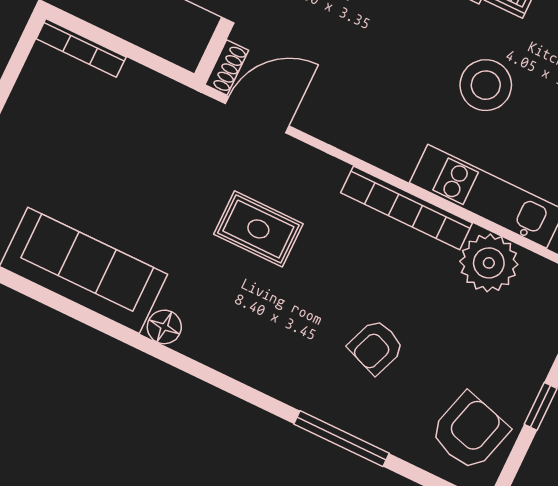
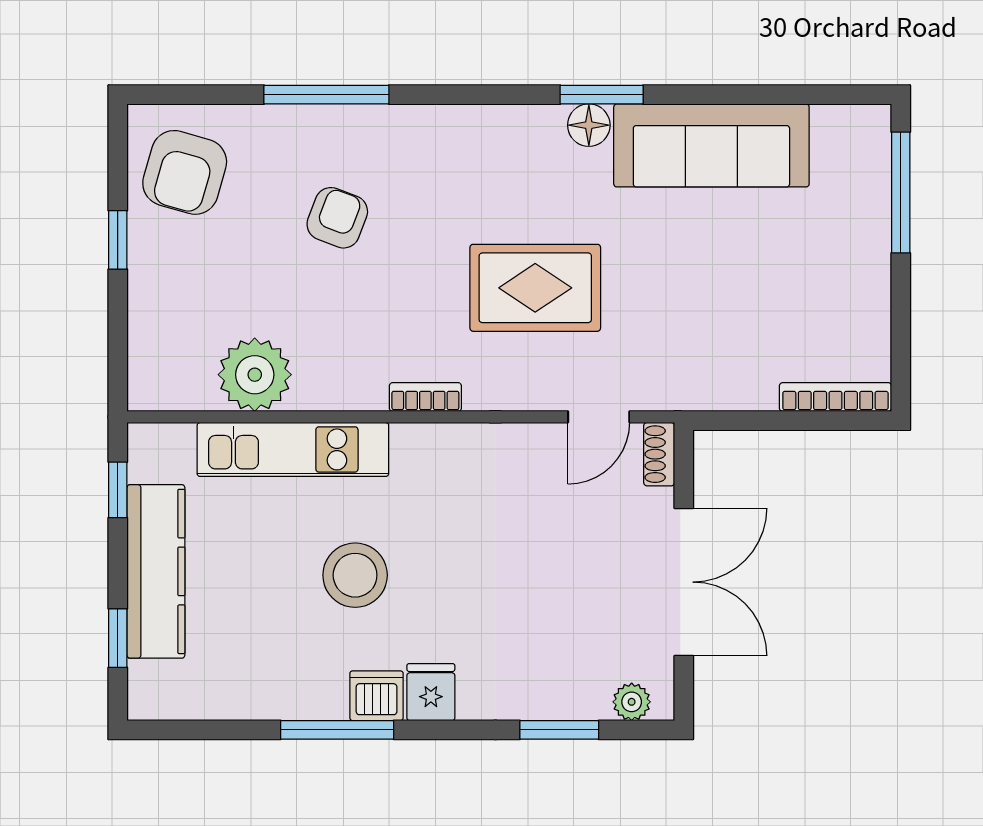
door: (257, 115) -> (599, 417), width x0.73
bookcase: (407, 208) -> (425, 397), width x0.43, depth x0.76
rug: (258, 229) -> (535, 288), width x1.36, depth x1.43
window: (145, 344) -> (602, 95), added

